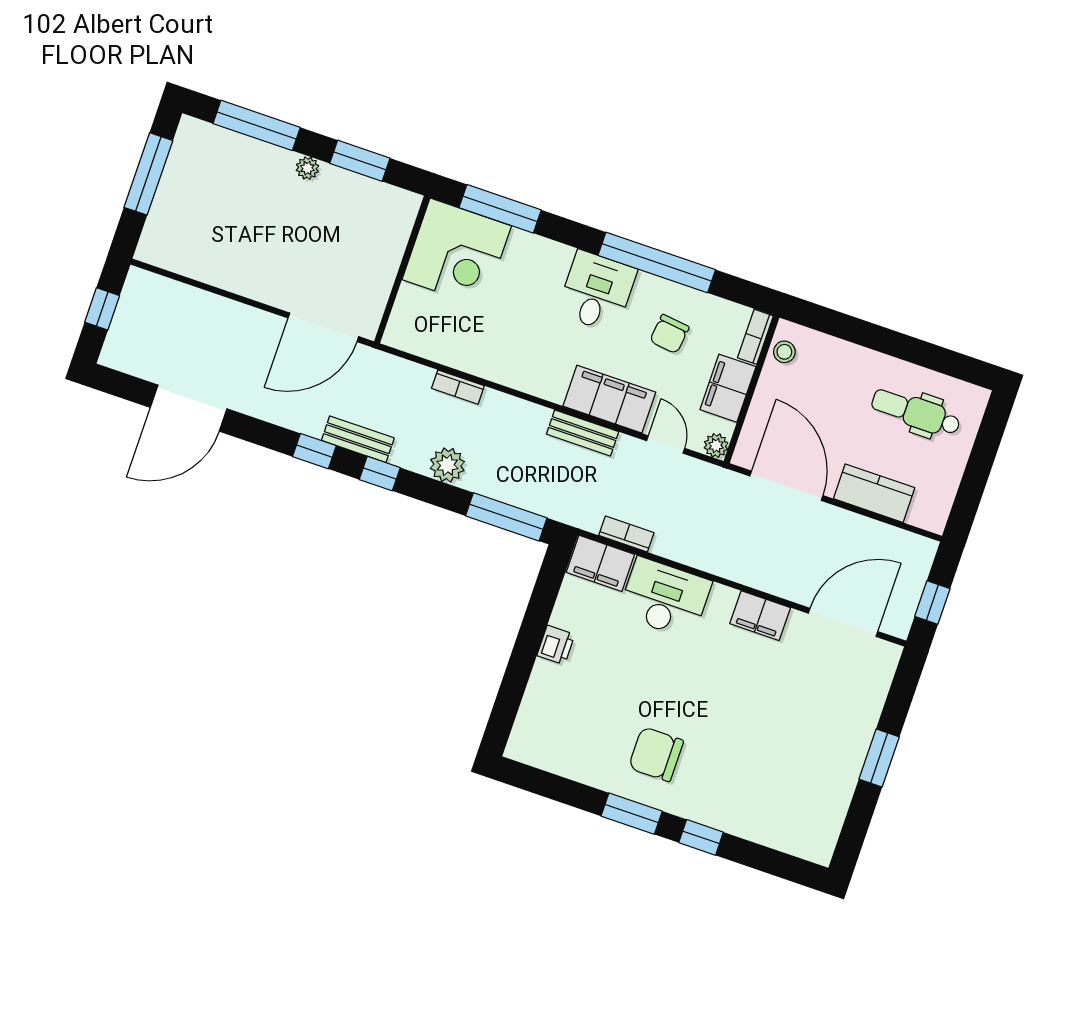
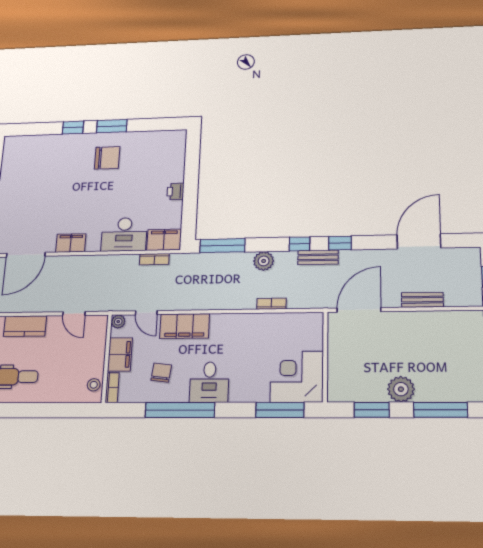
plant: (307, 168) -> (401, 389), width x1.88, depth x1.88
bench: (583, 433) -> (422, 300), moved
door: (786, 486) -> (74, 314), width x0.53

